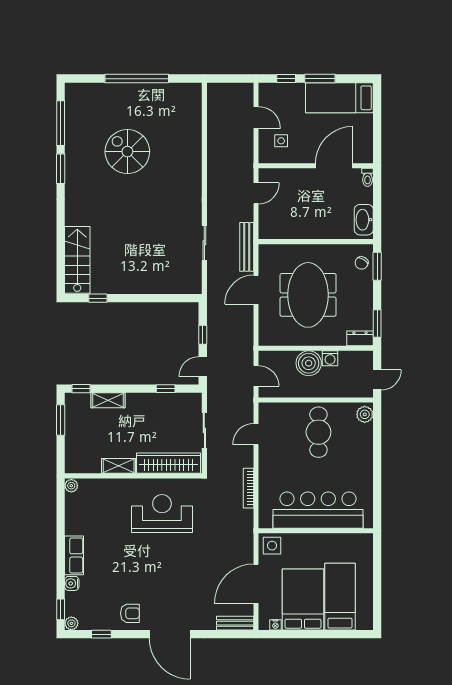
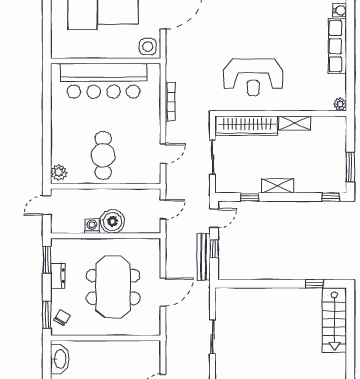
bench: (247, 247) -> (204, 257), moved
dresser: (360, 338) -> (58, 276), moved, turned -90
door: (256, 376) -> (163, 209), swing flipped
shelving: (108, 400) -> (277, 186), moved
row of seats: (74, 555) -> (338, 46), width x1.48

